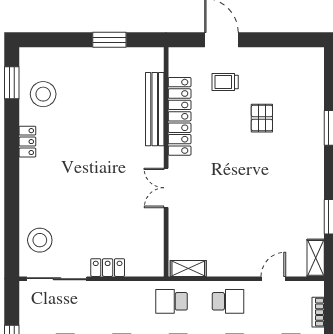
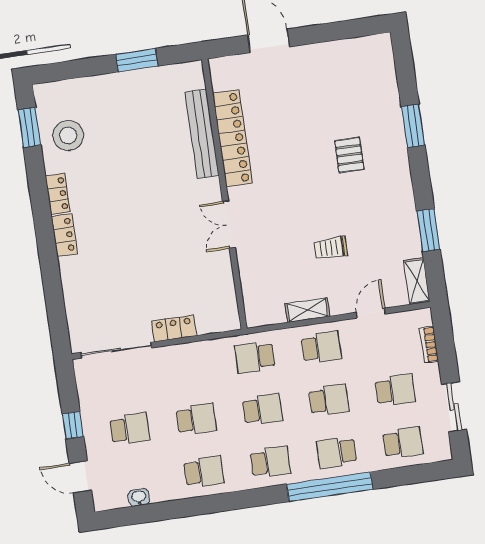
trolley: (225, 82) -> (331, 248), moved
pallet: (262, 118) -> (349, 155), moved
locker: (28, 177) -> (64, 235), added
stool: (40, 240) -> (89, 308), removed
shelving: (188, 269) -> (307, 310), moved

